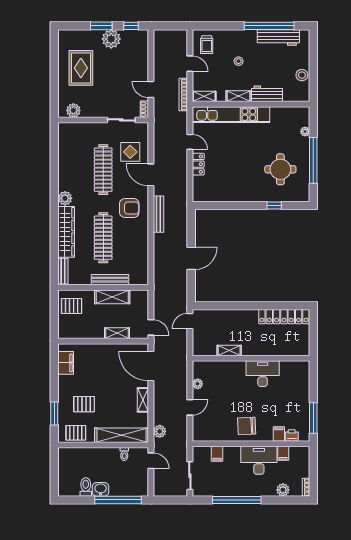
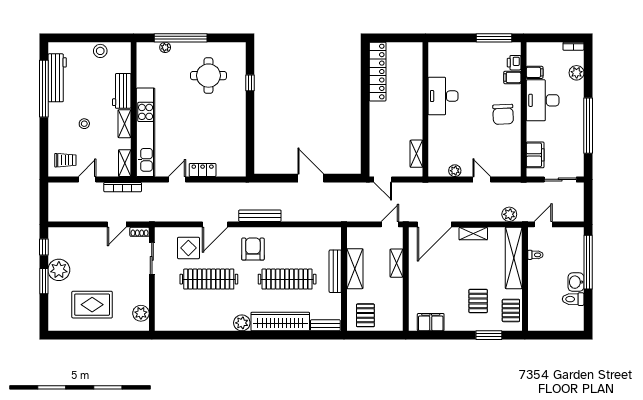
window: (313, 160) -> (181, 38), moved
shelving: (229, 350) -> (416, 154), moved
filing cabinet: (217, 454) -> (535, 155), width x2.00

